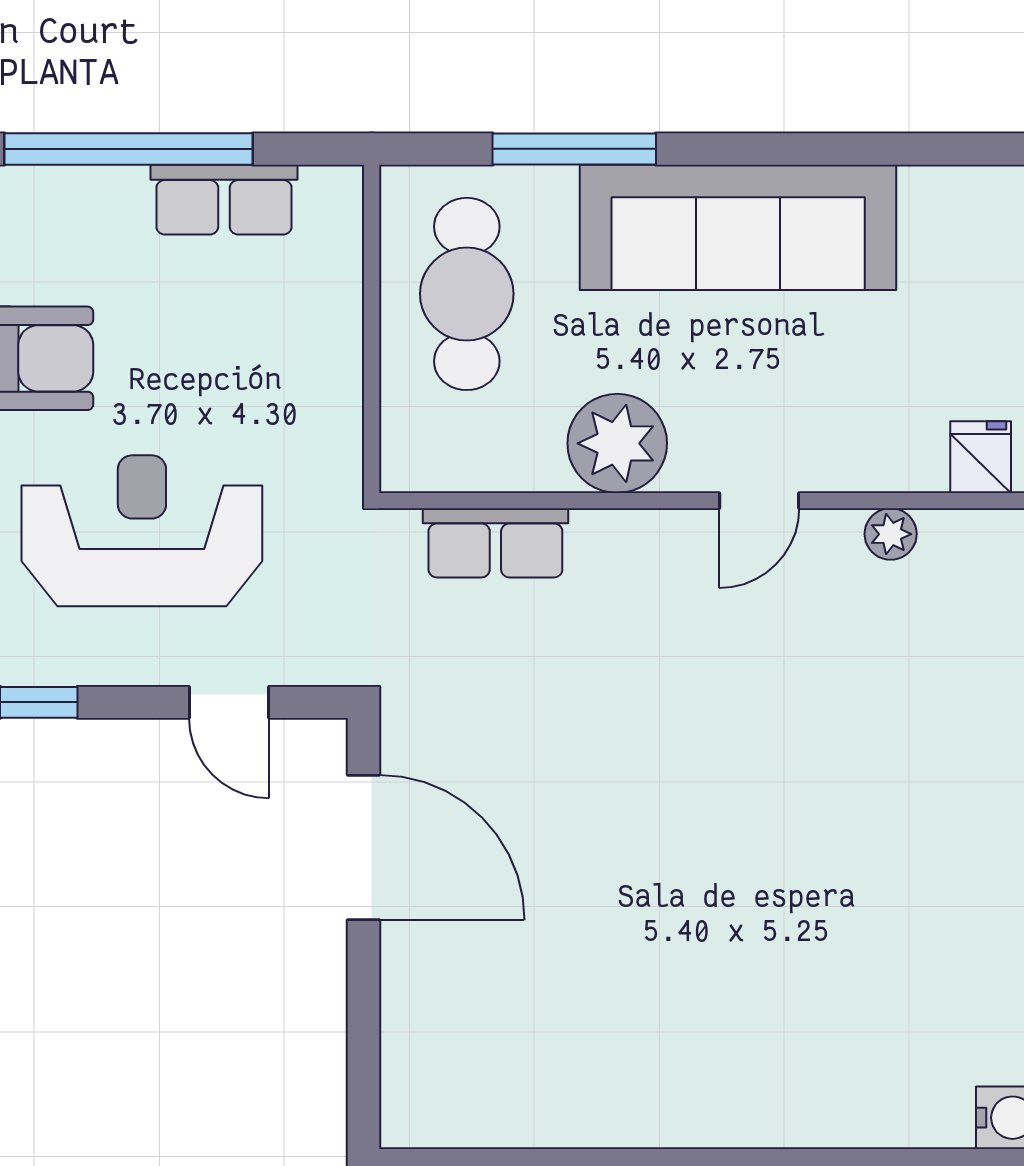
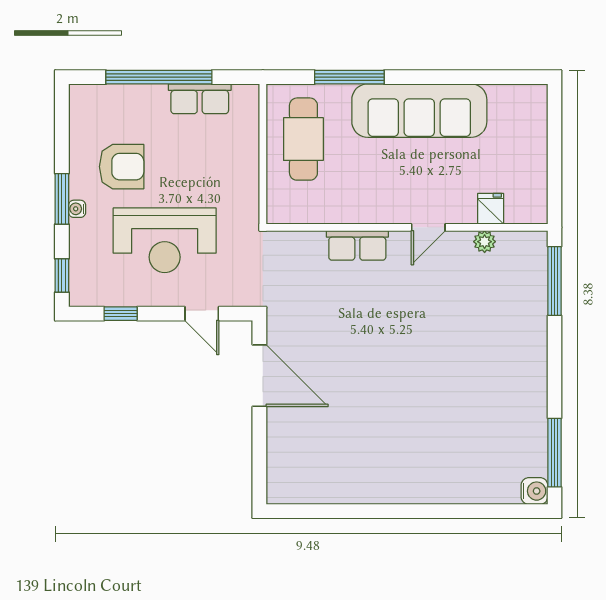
plant: (617, 443) -> (368, 203), removed
fridge: (981, 457) -> (491, 209), moved
reception desk: (142, 531) -> (165, 240), turned 180
row of seats: (495, 543) -> (357, 245), moved

